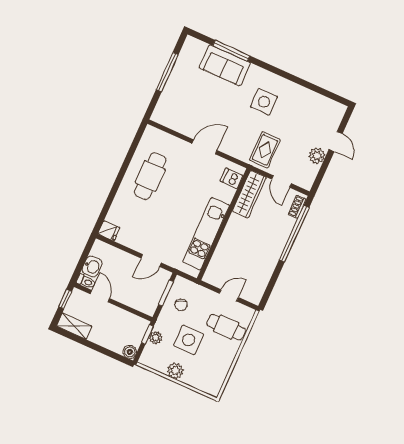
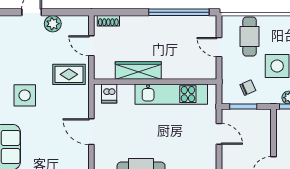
door: (282, 181) -> (91, 46), swing flipped
wardrobe: (249, 194) -> (138, 70), moved
window: (294, 234) -> (179, 12), moved

